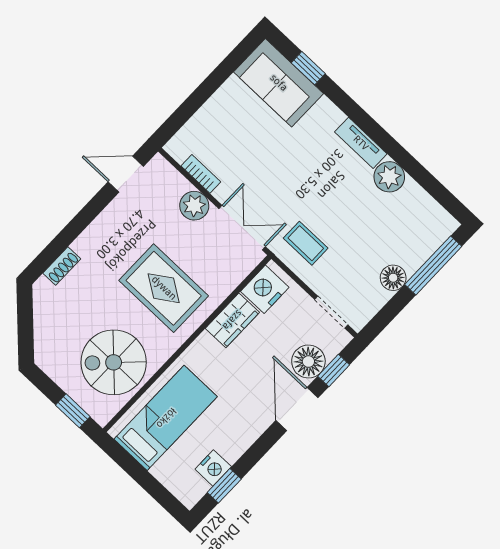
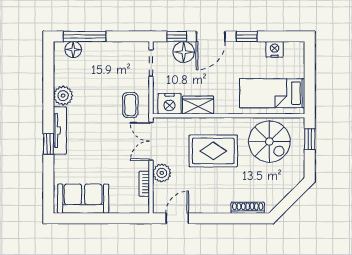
window: (308, 68) -> (48, 144), moved
sofa: (279, 83) -> (83, 199), moved, turned -90
tv unit: (361, 143) -> (60, 130), width x1.41
door: (126, 174) -> (177, 218), swing flipped
shoe rack: (62, 266) -> (248, 208), width x1.43
floor lamp: (393, 278) -> (73, 50), moved
rug: (164, 288) -> (213, 151), turned 90
window: (224, 486) -> (247, 36), moved

